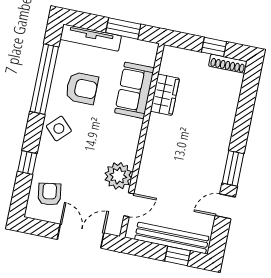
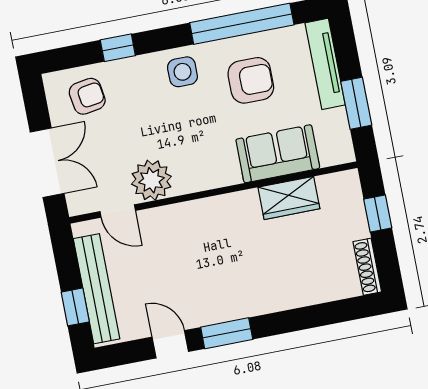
window: (214, 47) -> (378, 213), moved
armchair: (82, 88) -> (251, 80), turned -90
side table: (59, 129) -> (182, 72), turned 45

